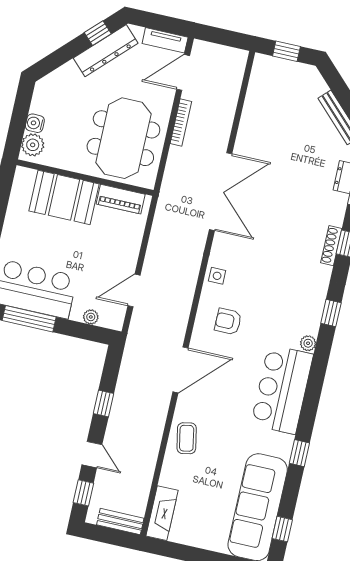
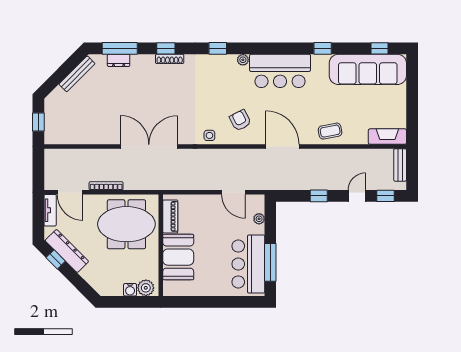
armchair: (228, 321) -> (240, 120), turned 153

